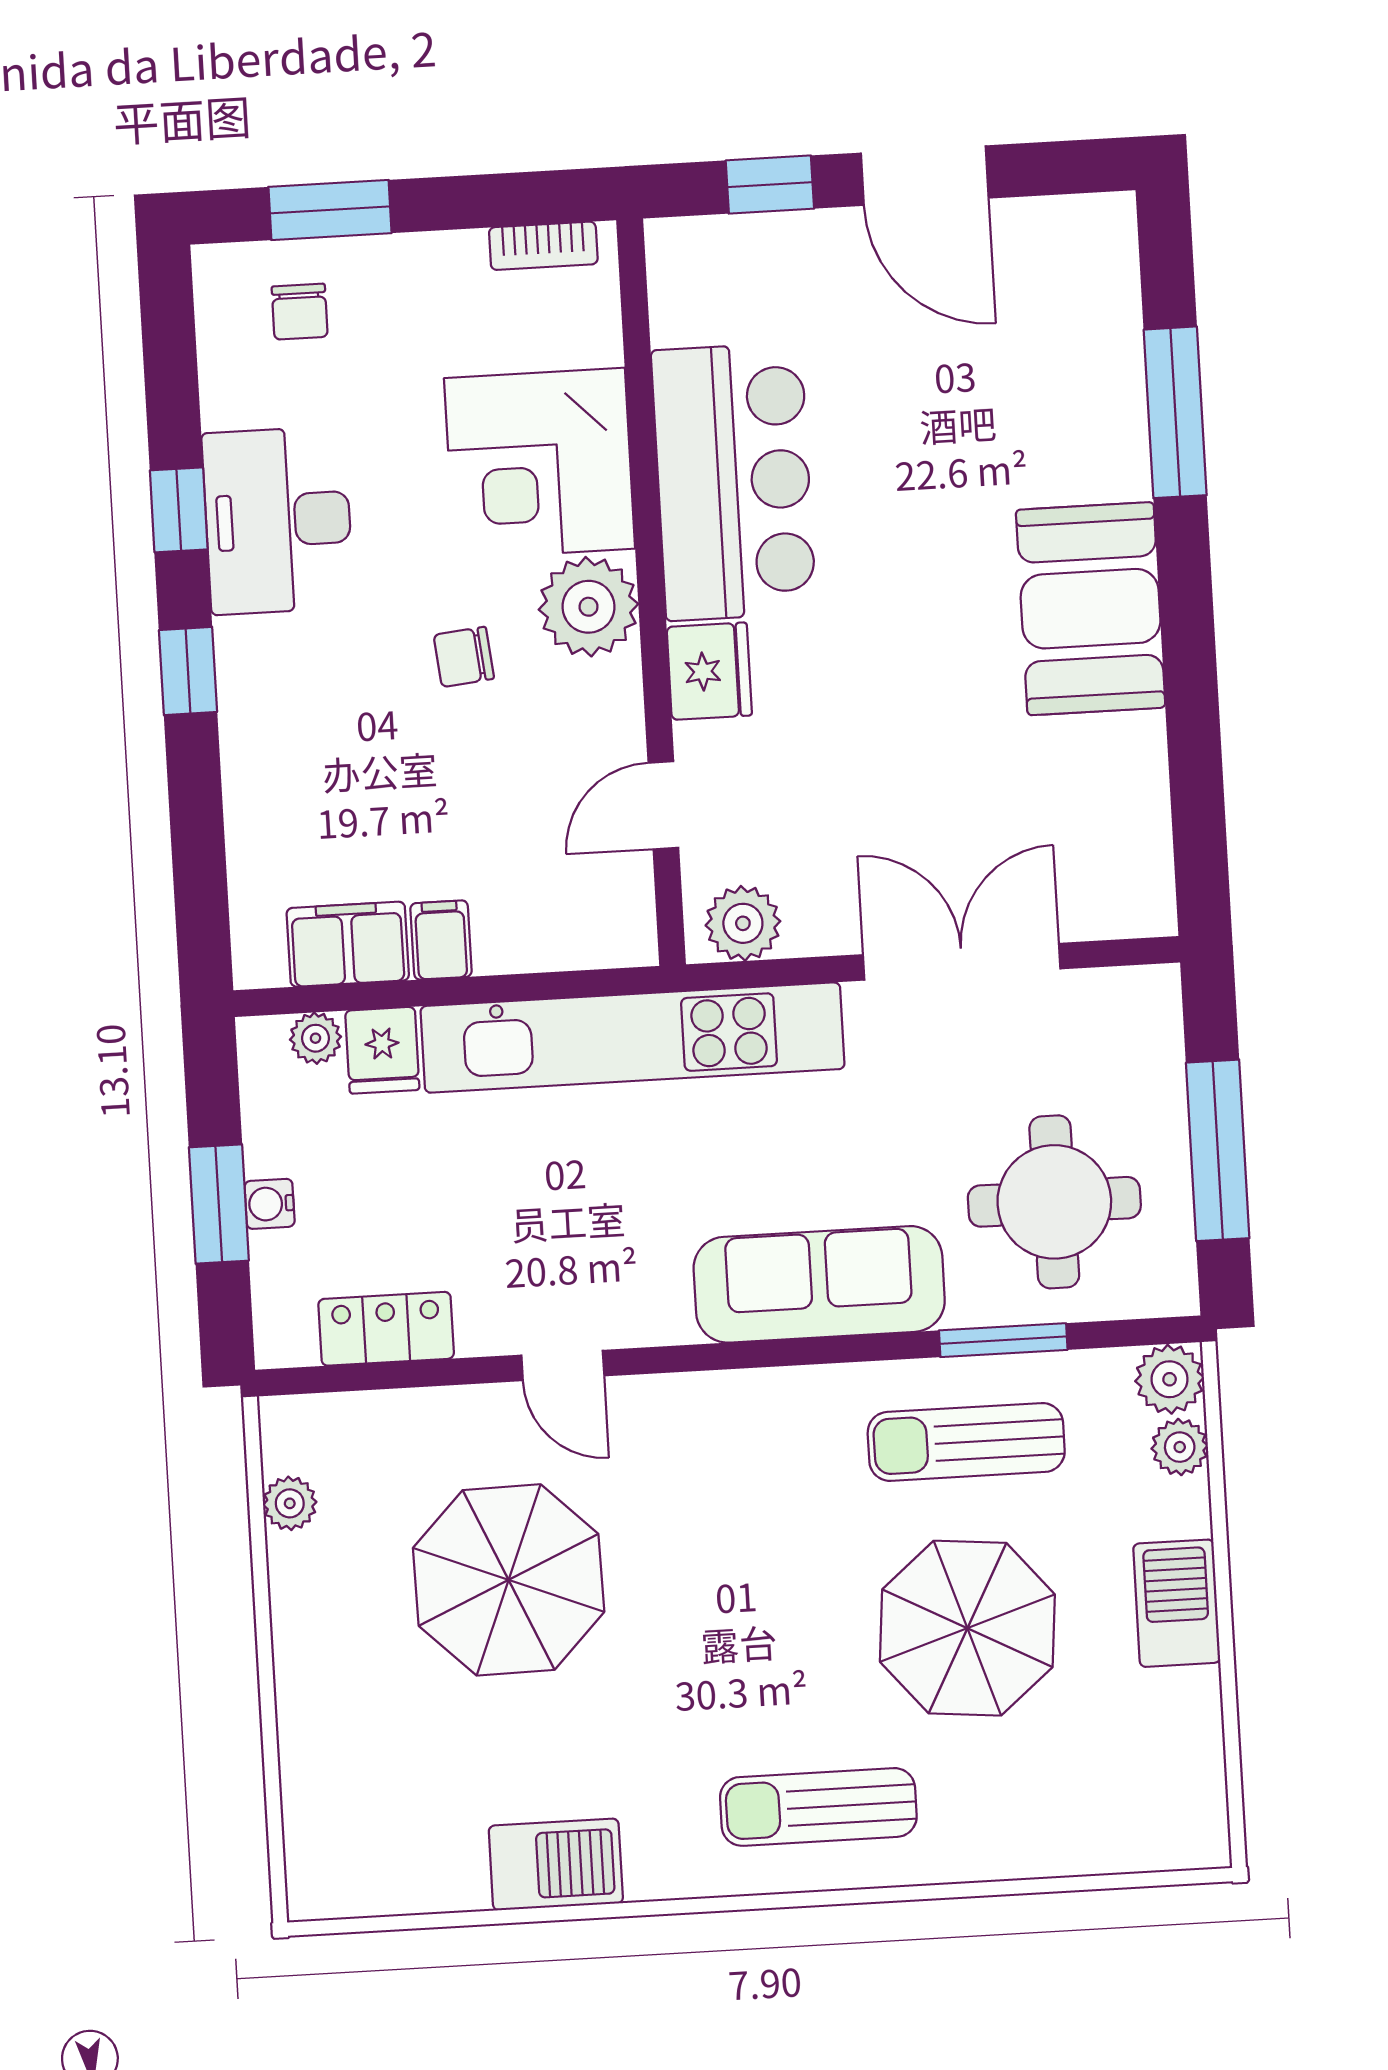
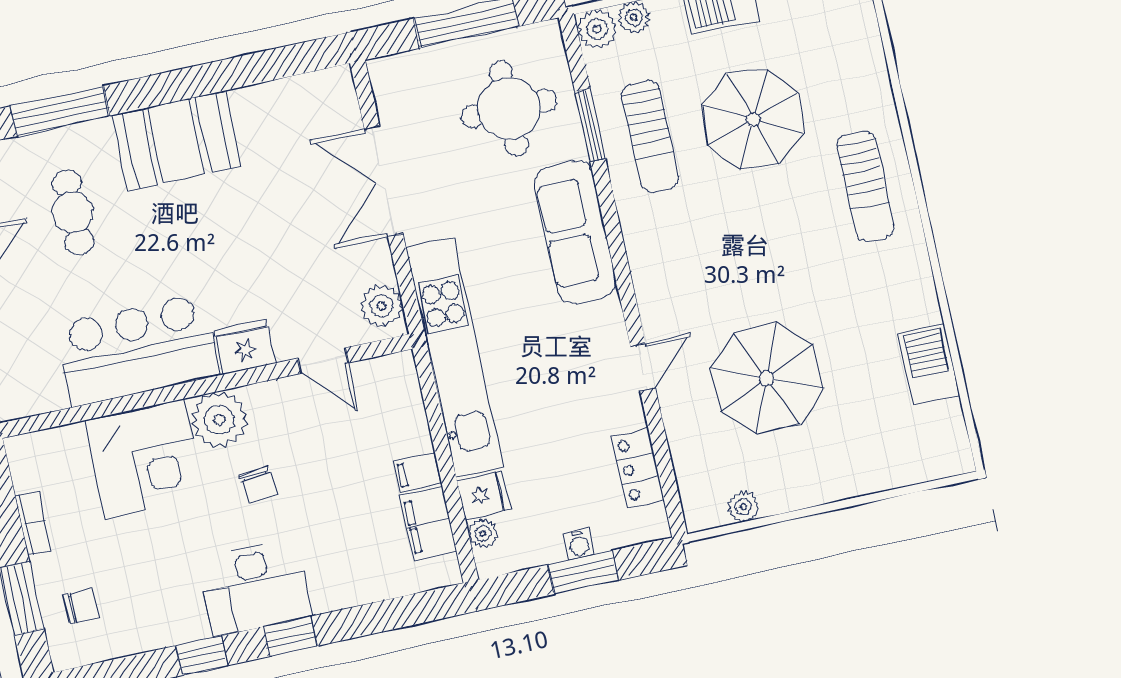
bookcase: (543, 246) -> (33, 523), moved
cafe table: (993, 407) -> (73, 212), added
desk: (278, 520) -> (255, 587), moved
barbecue: (556, 1864) -> (929, 364), moved

